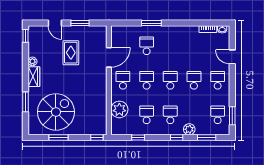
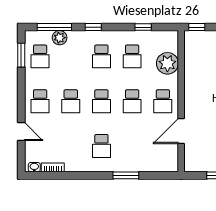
school desk: (147, 46) -> (101, 146), moved
plant: (189, 129) -> (60, 38), moved
window: (207, 138) -> (54, 27), width x1.44

